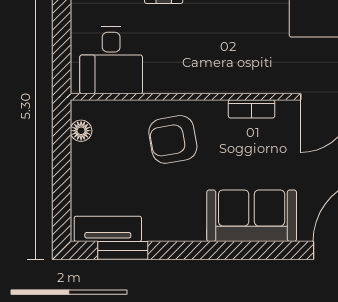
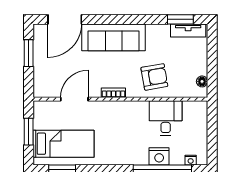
desk: (111, 60) -> (166, 118), moved
sofa: (252, 216) -> (113, 37), width x1.36

